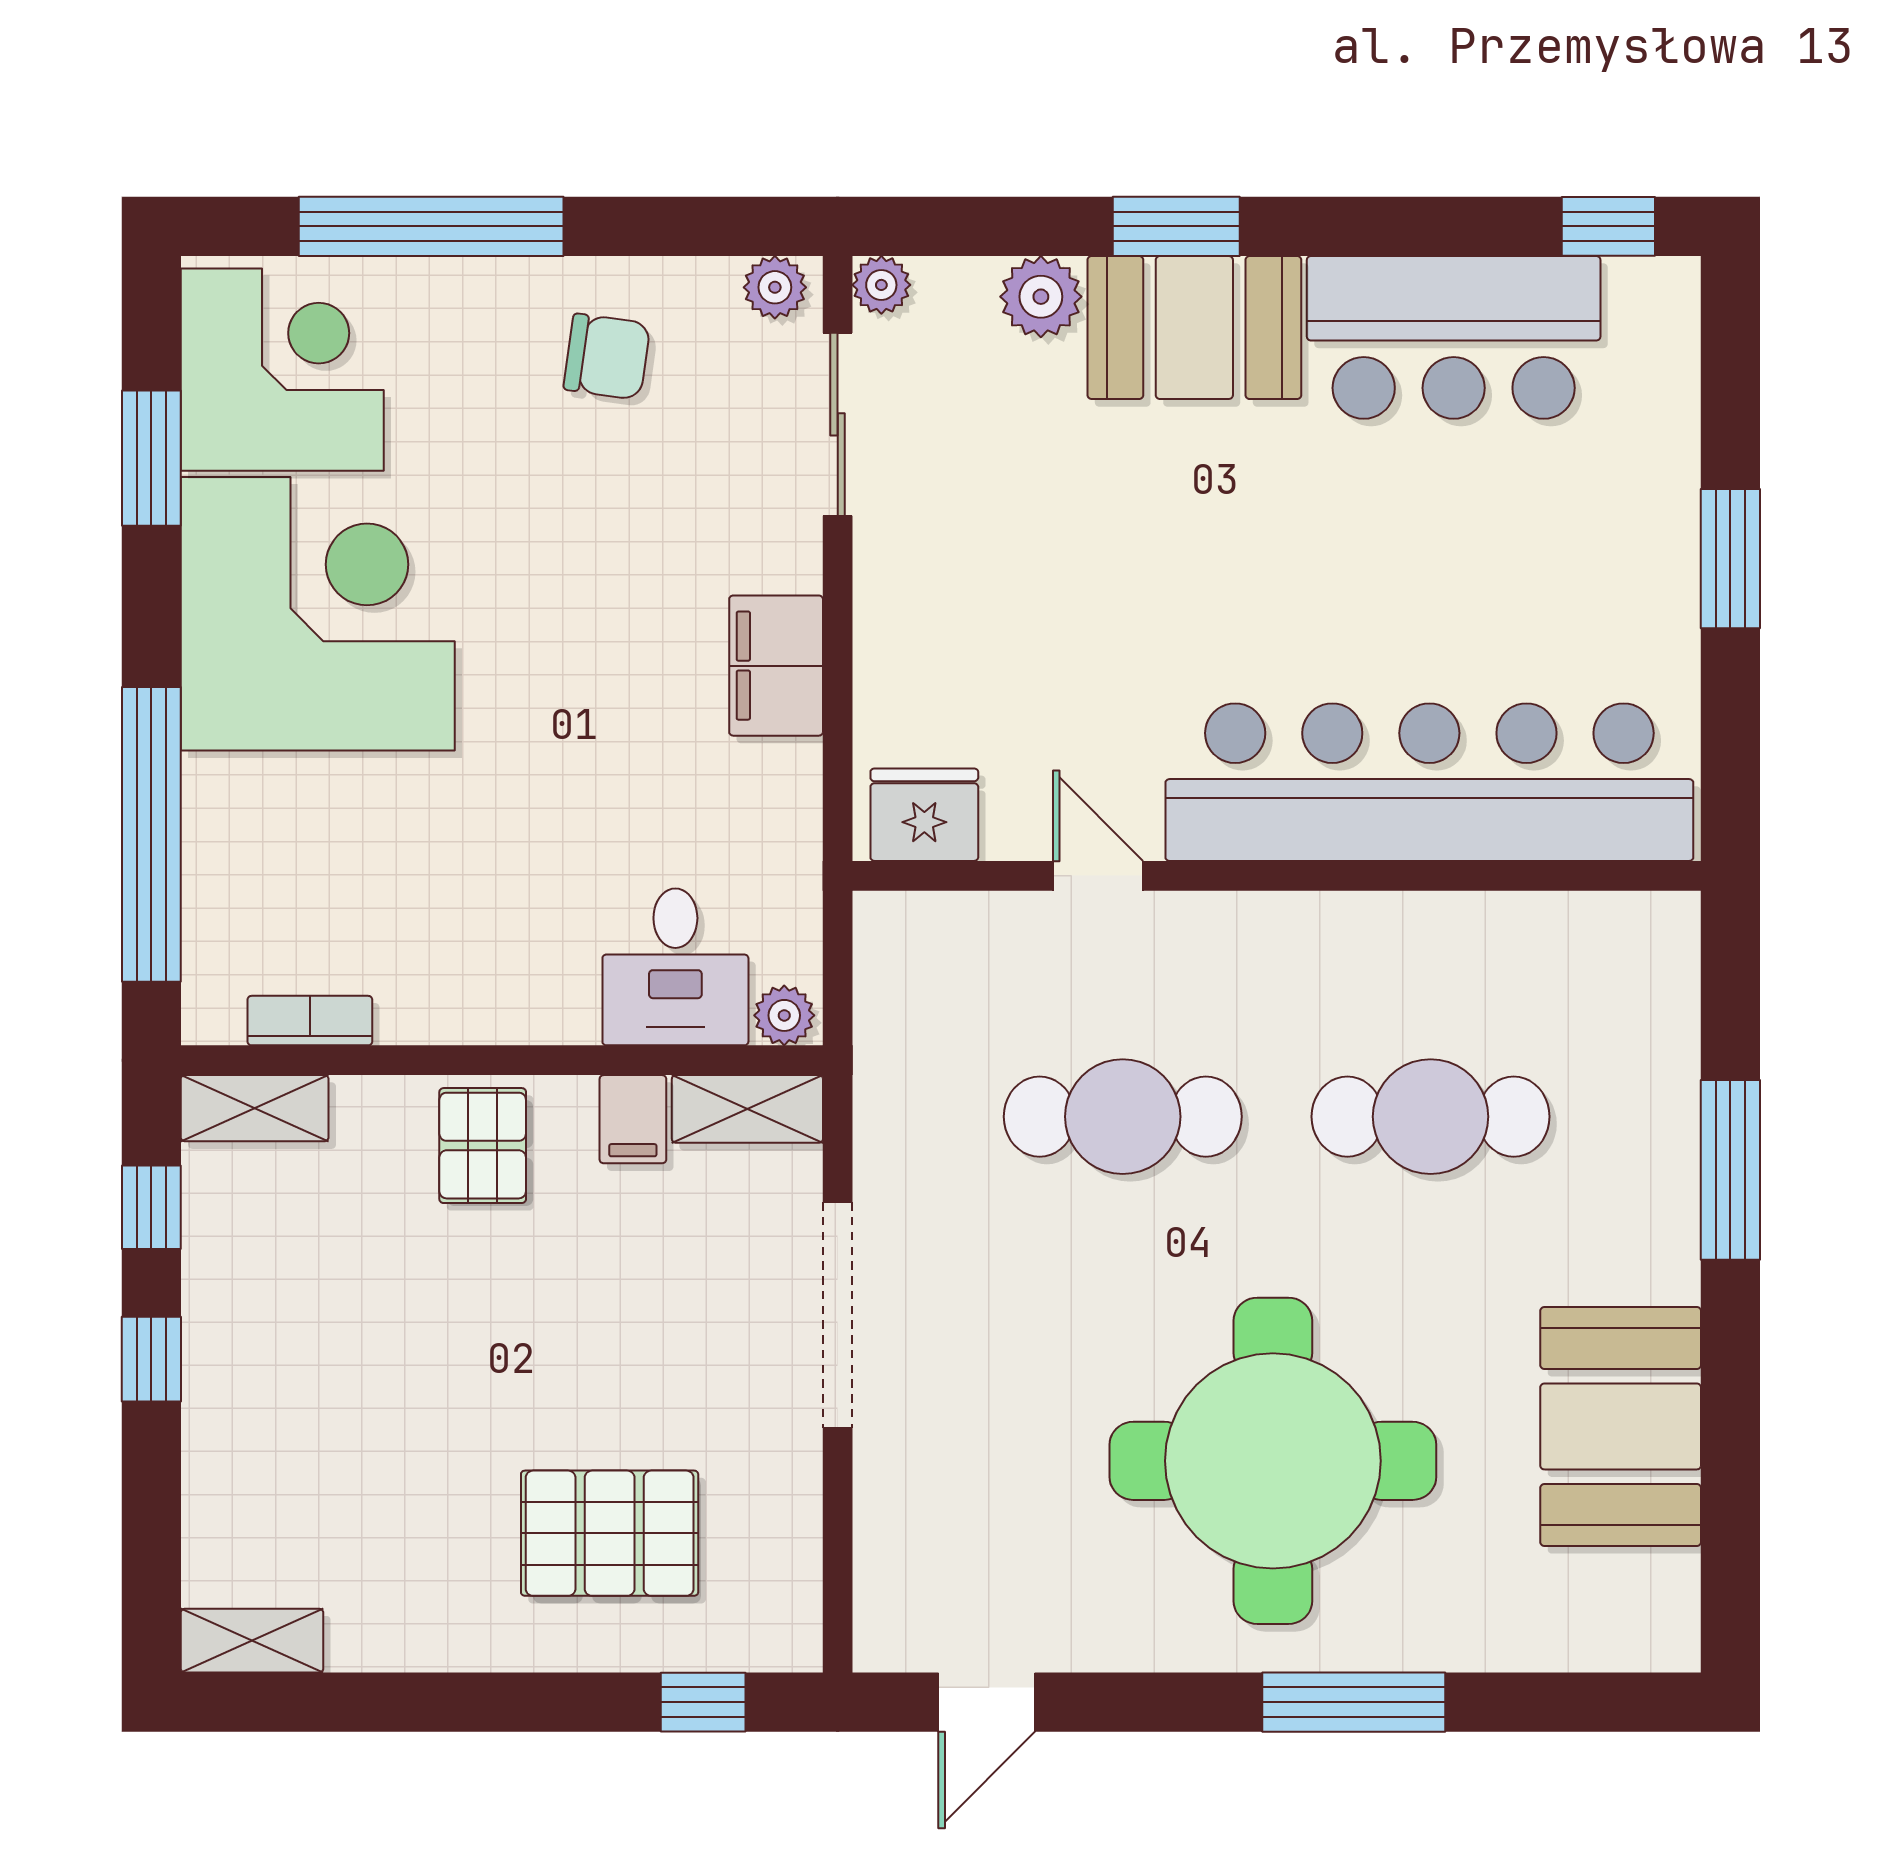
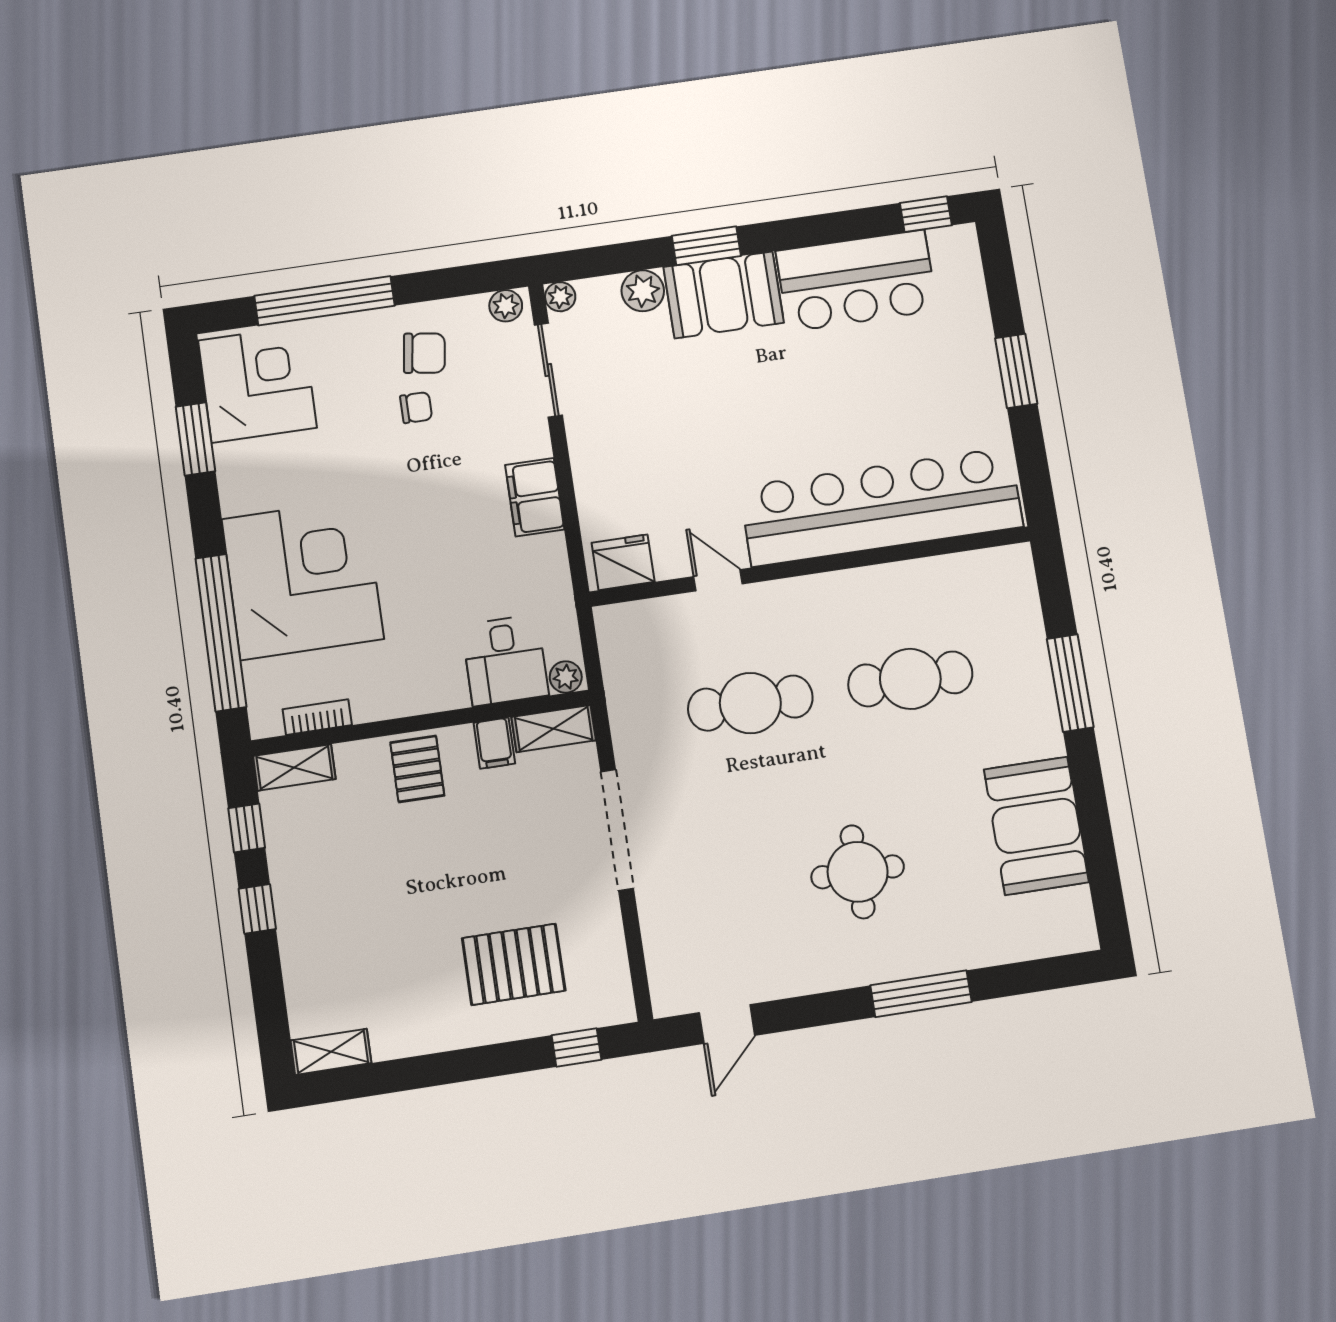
chair: (576, 460) -> (416, 408), added
corner desk: (318, 614) -> (303, 579), moved
round table: (1273, 1461) -> (858, 872), width x0.54, depth x0.54

